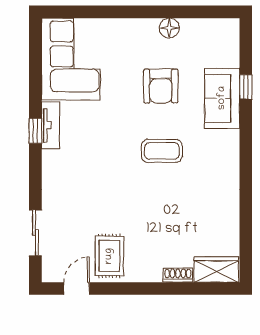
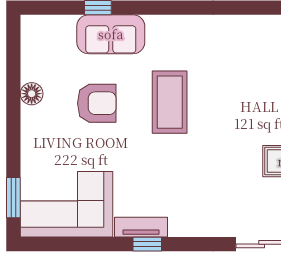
window: (77, 12) -> (13, 198), added
coffee table: (162, 151) -> (170, 102), width x1.36, depth x1.32

